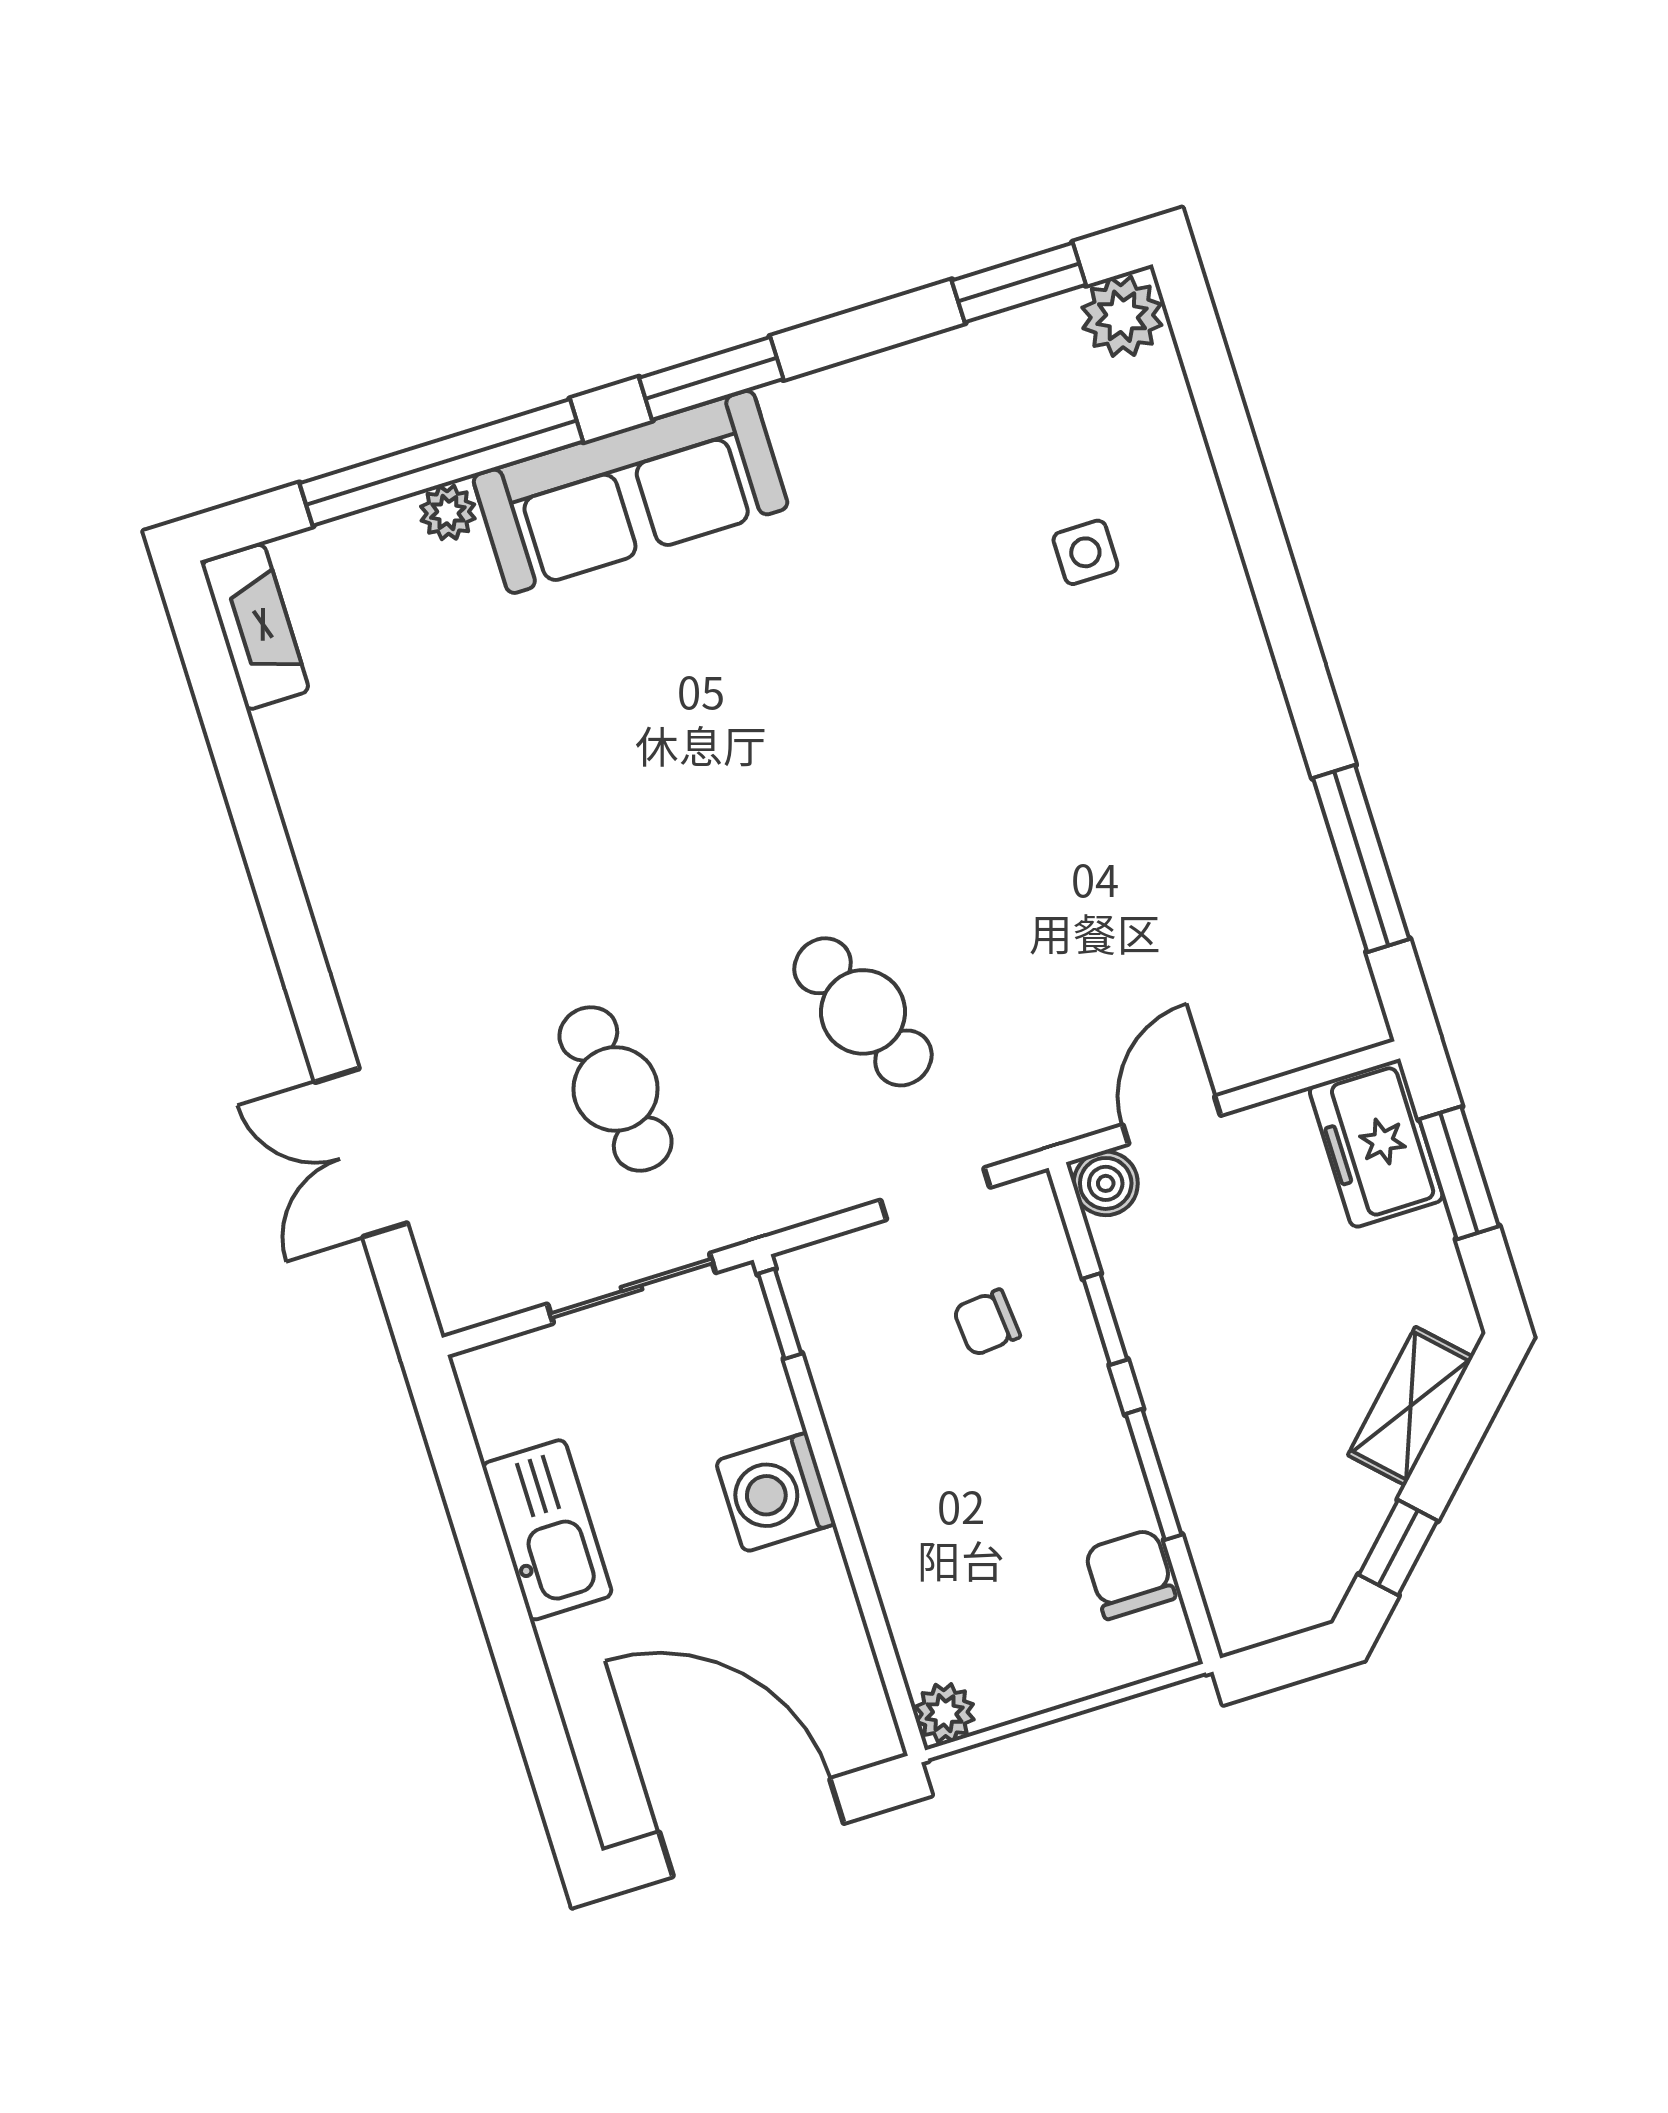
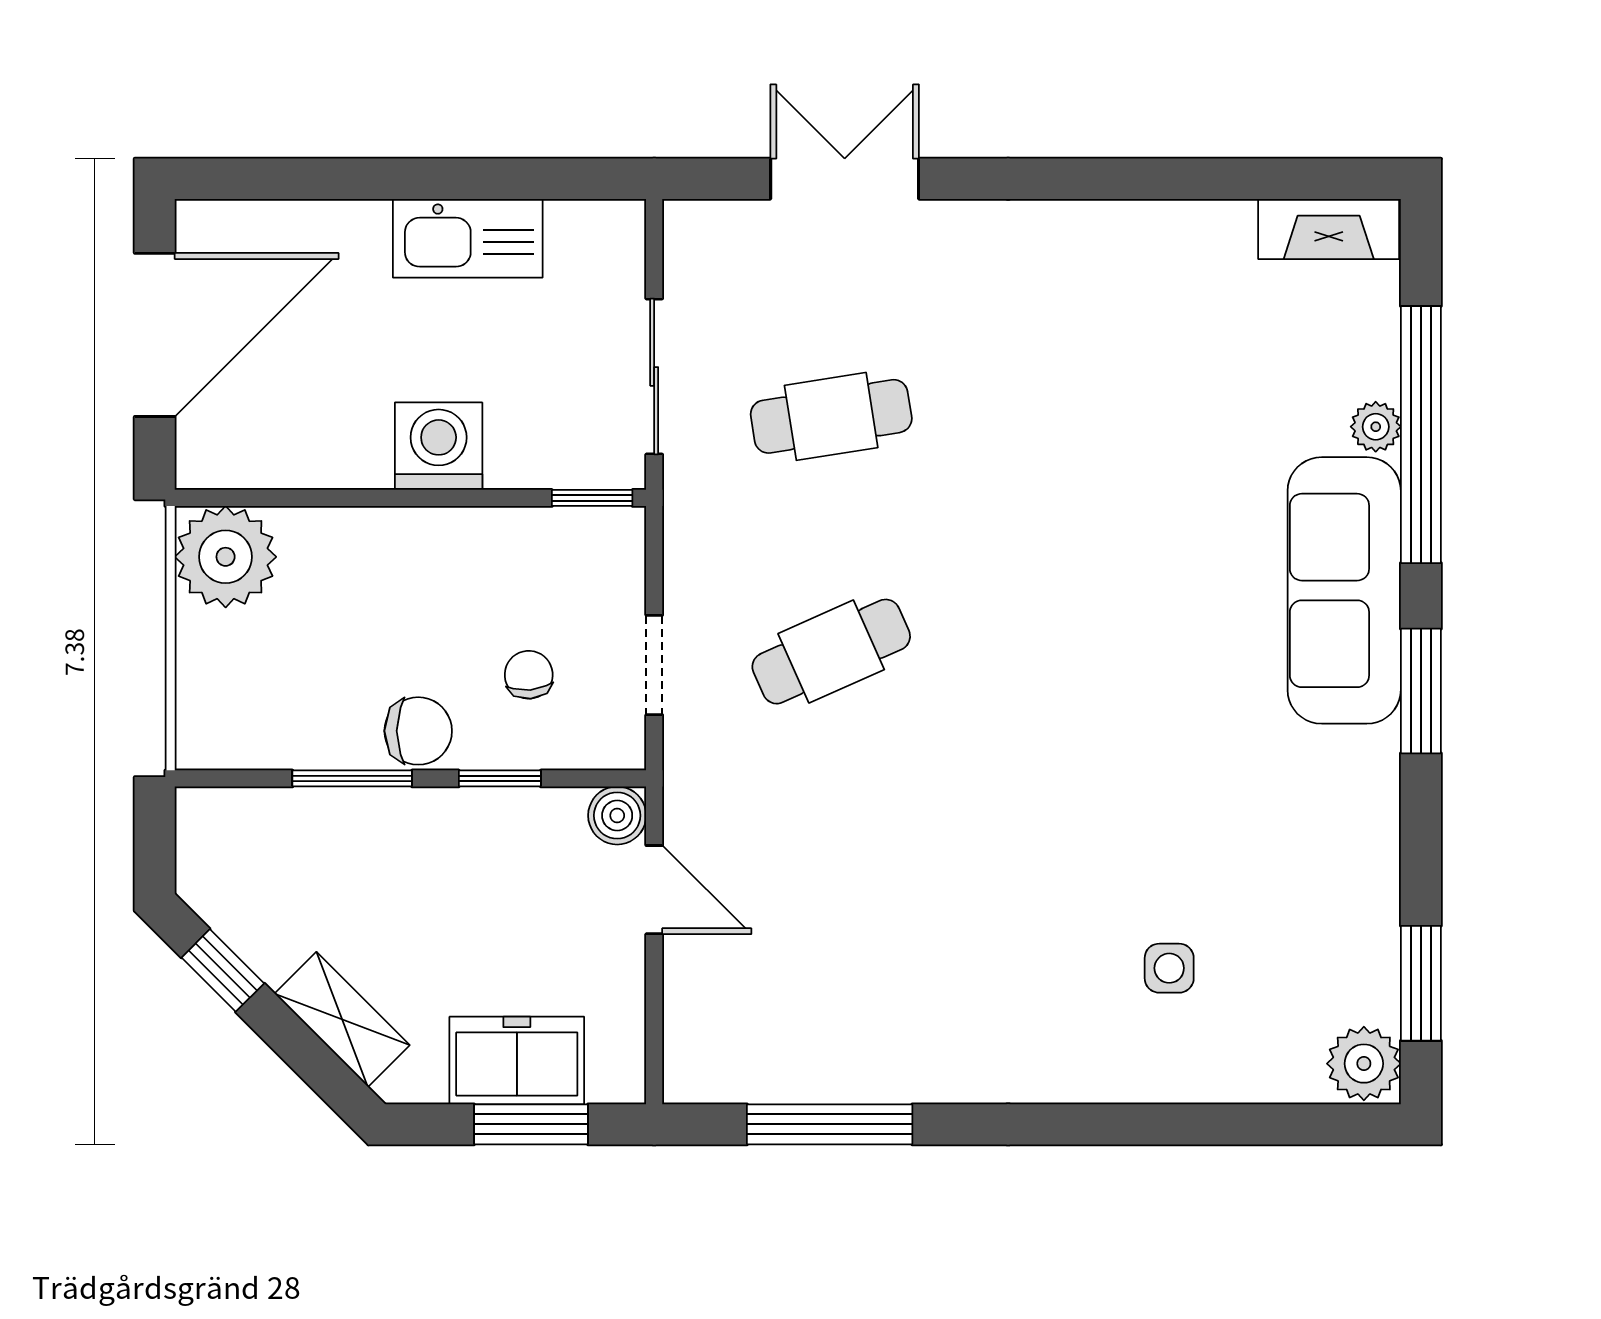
freezer: (1376, 1143) -> (517, 1061), moved
chair: (1130, 1574) -> (418, 731), moved
plant: (945, 1713) -> (226, 557), width x1.87, depth x1.87

